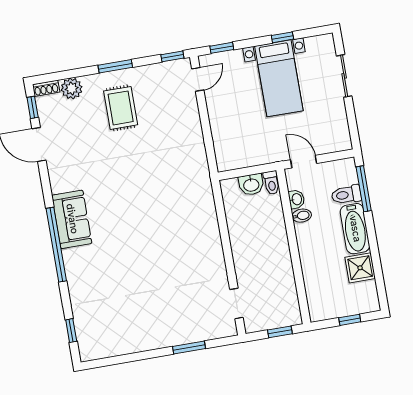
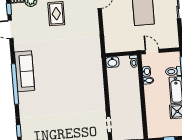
washbasin: (251, 185) -> (112, 62), moved
sofa: (72, 219) -> (25, 71), width x1.36

